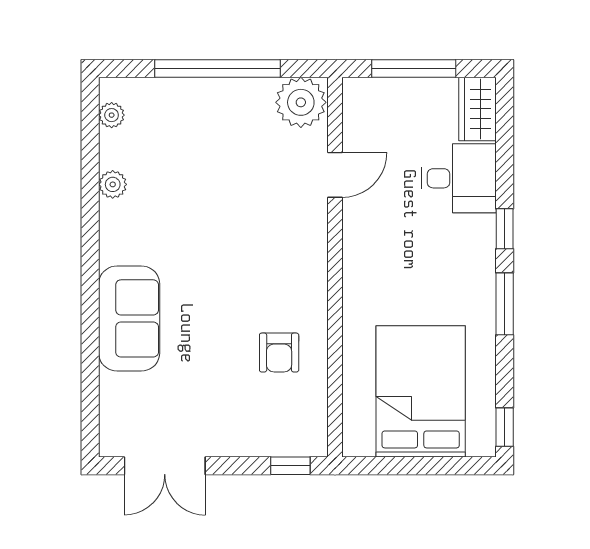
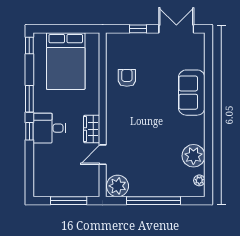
wardrobe: (478, 109) -> (92, 129), moved, turned 180
desk: (459, 178) -> (49, 128), moved
plant: (113, 184) -> (193, 156), width x1.87, depth x1.87
window: (290, 466) -> (138, 29), moved

